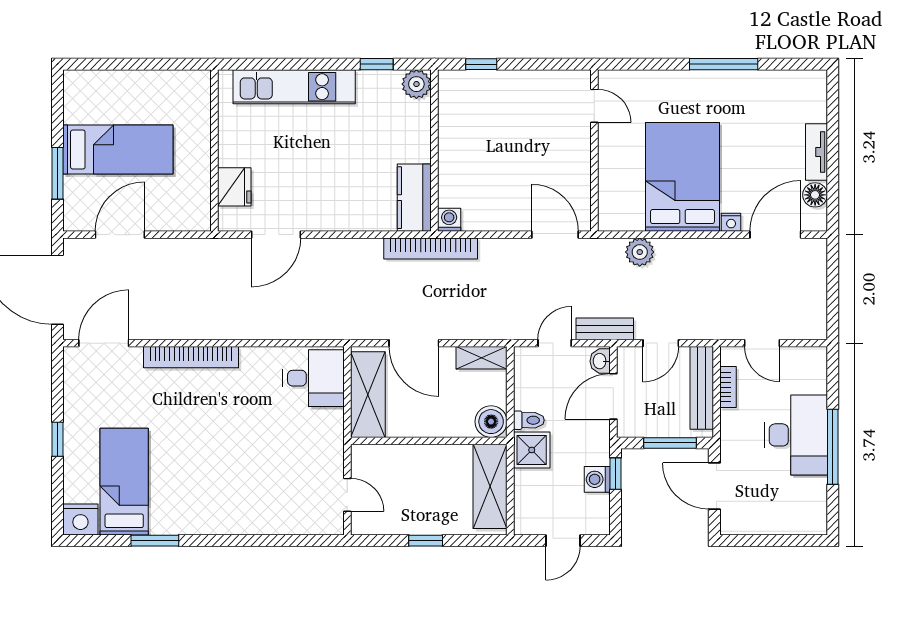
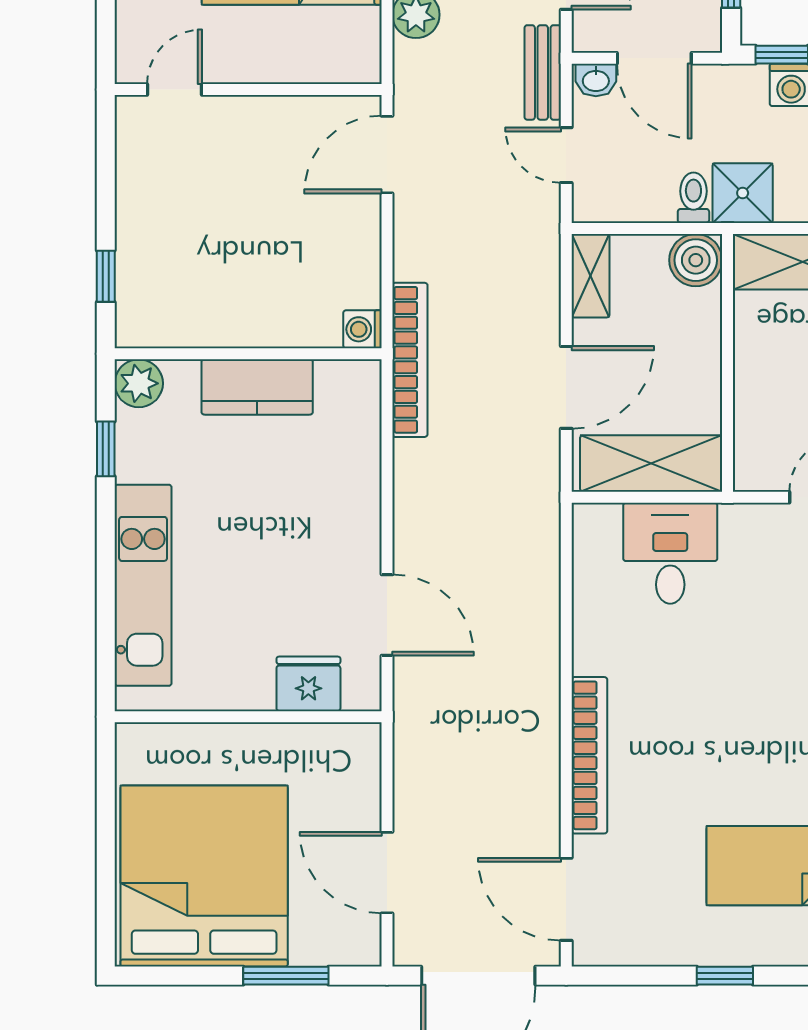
bed: (118, 150) -> (204, 876), width x2.04
kitchen counter: (414, 198) -> (257, 387), moved
desk: (313, 378) -> (670, 553), moved

